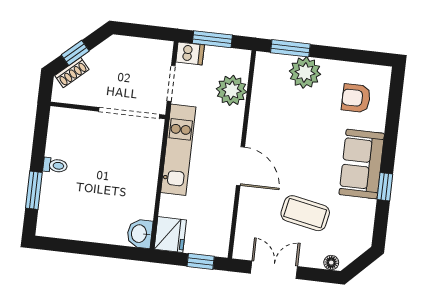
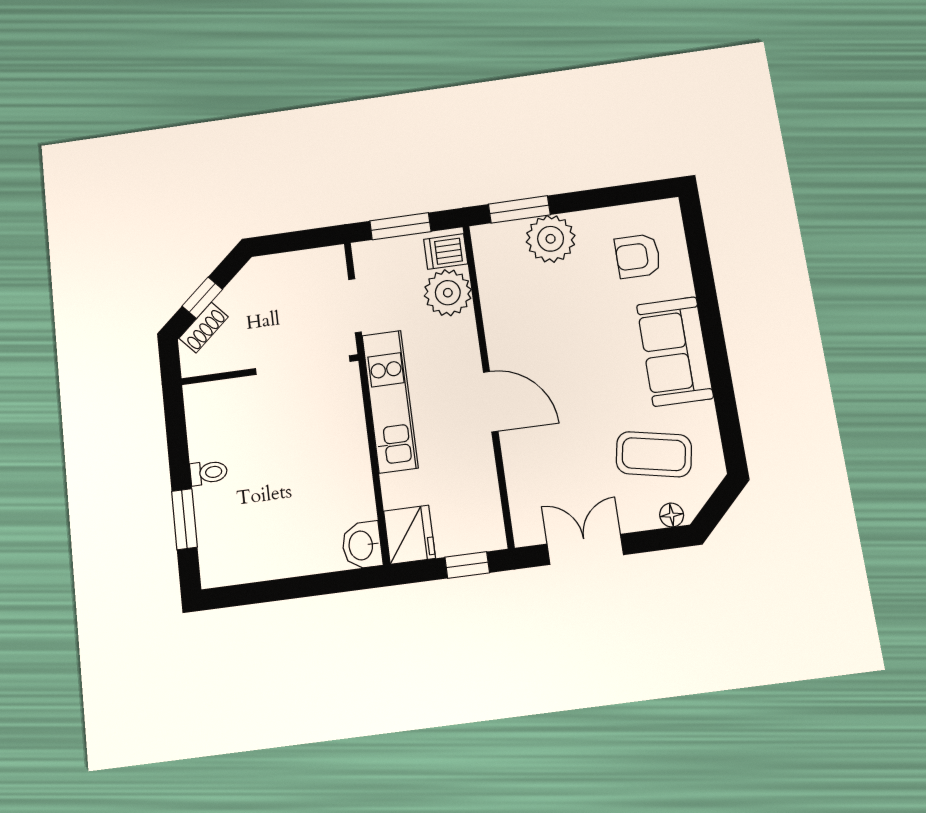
dishwasher: (190, 53) -> (446, 252), moved, turned 180
window: (385, 187) -> (721, 377), removed
coffee table: (305, 213) -> (654, 454), moved

